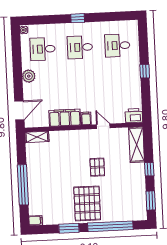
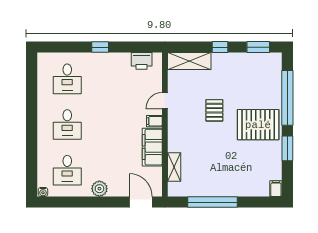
window: (78, 18) -> (32, 126), removed
printer: (134, 116) -> (142, 61), moved, turned -90
shelving: (37, 137) -> (174, 167), moved
pallet: (97, 167) -> (214, 110), turned 90
window: (23, 185) -> (212, 202), moved

